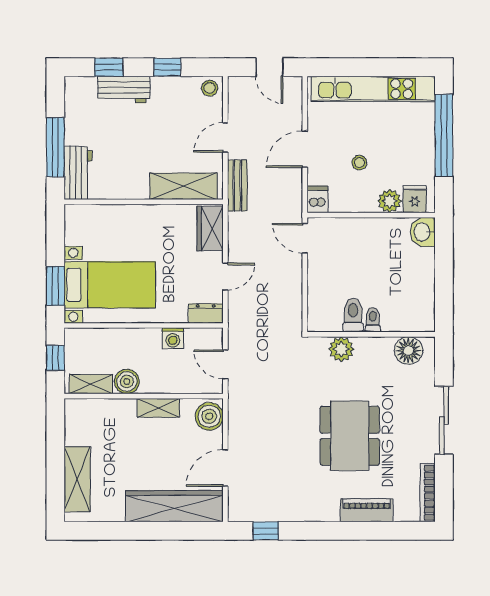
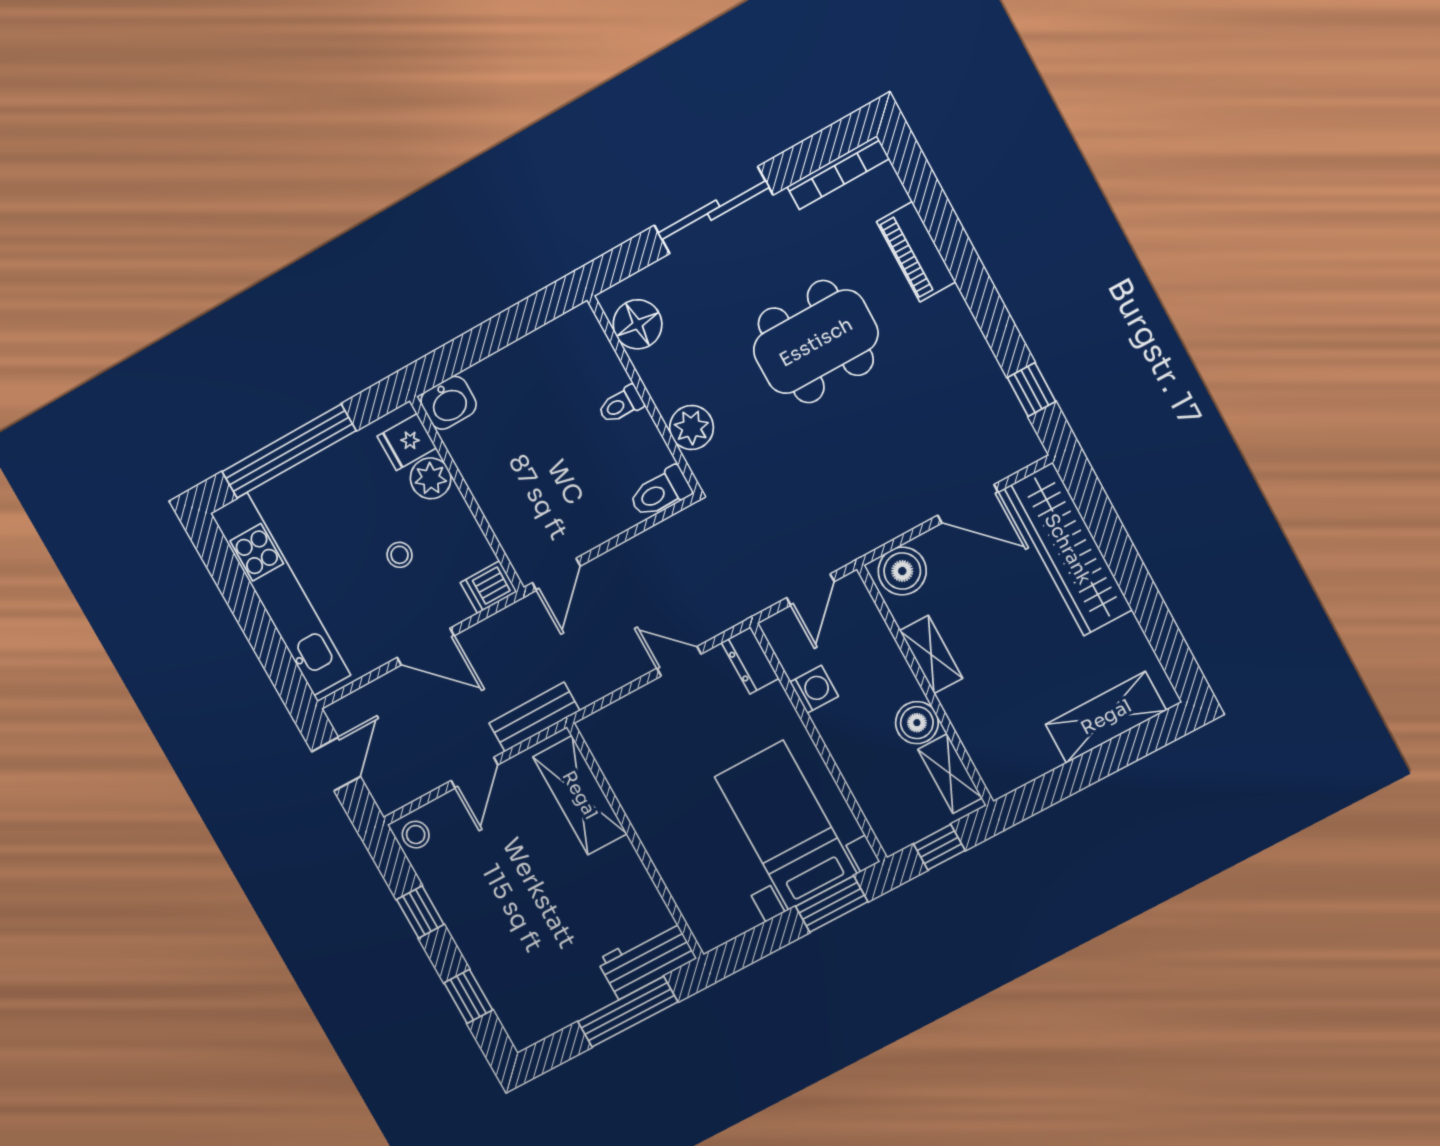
workbench: (124, 90) -> (488, 958), removed
door: (225, 138) -> (474, 773), hinge flipped
wardrobe: (210, 228) -> (620, 723), removed
toilet: (353, 315) -> (660, 492), moved

